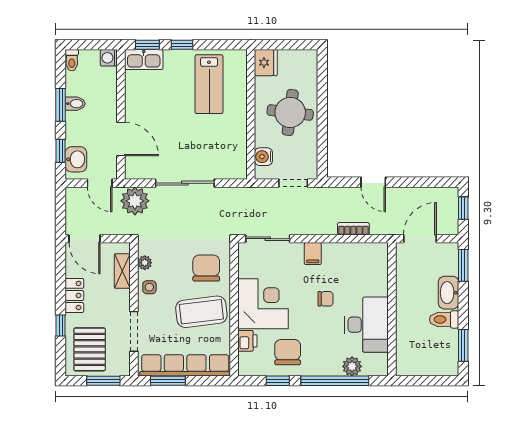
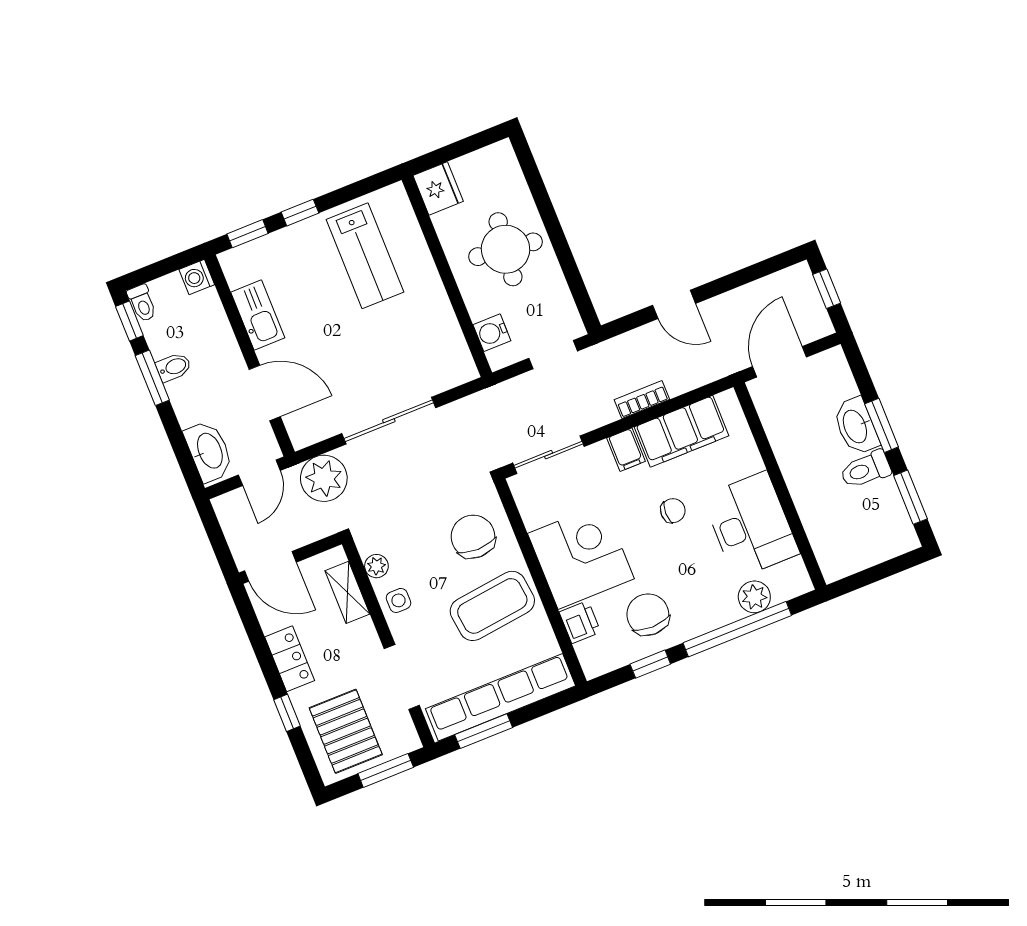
kitchen sink: (144, 60) -> (258, 315), moved, turned -90
window: (61, 151) -> (129, 321), moved
washbasin: (76, 159) -> (209, 451), width x1.38
door: (100, 183) -> (259, 473), hinge flipped
bookcase: (353, 229) -> (642, 399), moved
filing cabinet: (348, 256) -> (682, 431), added
window: (463, 265) -> (882, 425), moved

